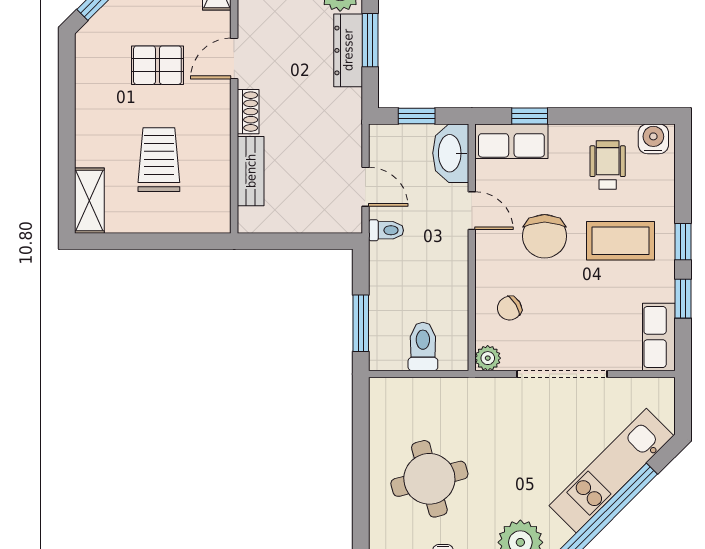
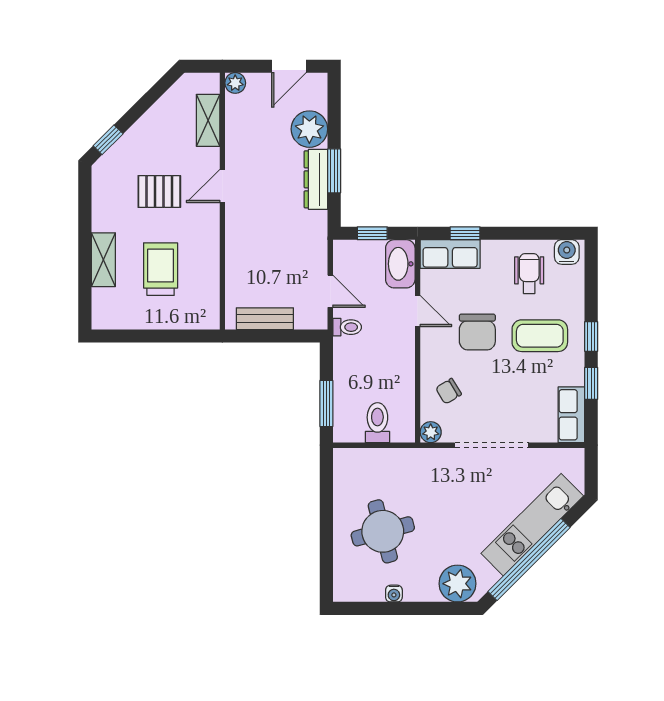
shoe rack: (248, 112) -> (234, 230), removed
bench: (251, 171) -> (265, 319), moved, turned 90
shelving: (89, 201) -> (103, 260), moved

